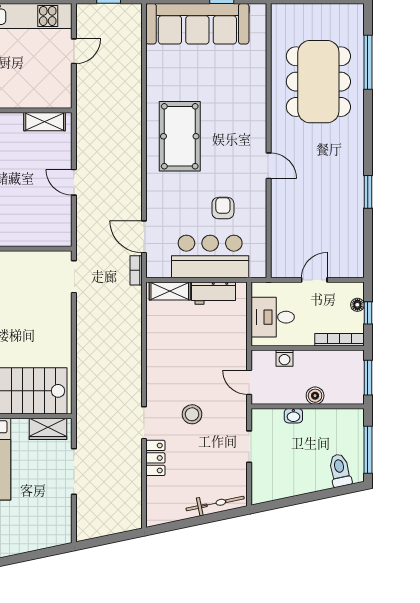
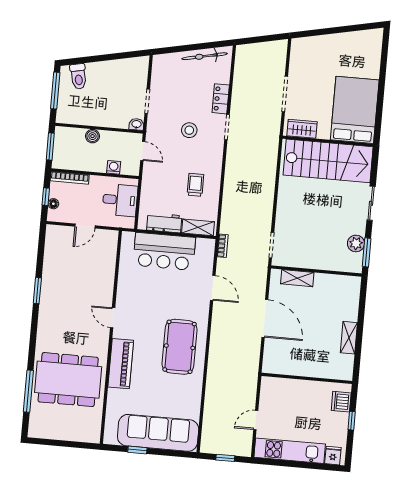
dining table: (318, 82) -> (68, 380), turned 90
piano: (253, 108) -> (121, 364), added
shelving: (45, 122) -> (297, 278), moved
door: (74, 182) -> (265, 318), width x1.87
armchair: (223, 208) -> (151, 288), removed
door: (144, 237) -> (213, 288), moved
trolley: (178, 345) -> (195, 185), added
washbasin: (293, 416) -> (136, 124), moved
bicycle: (215, 503) -> (205, 56), moved

